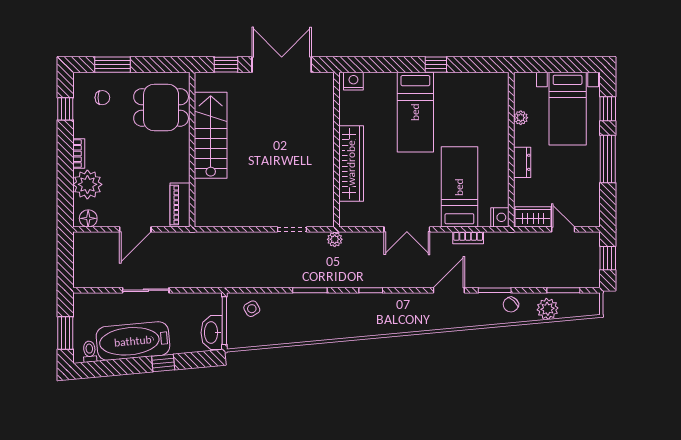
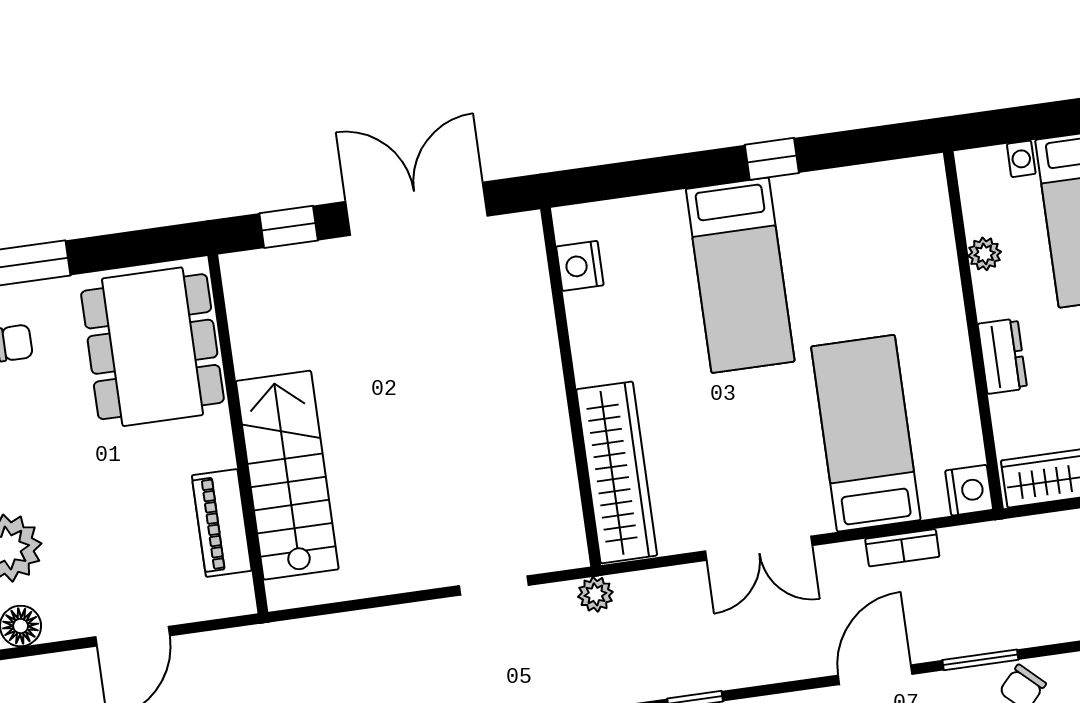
nightstand: (353, 81) -> (580, 266), moved, turned -90
dining table: (161, 107) -> (152, 347), width x1.38
stairs: (211, 135) -> (287, 475), moved
wardrobe: (351, 163) -> (617, 472), moved
piano: (180, 205) -> (222, 523), moved

